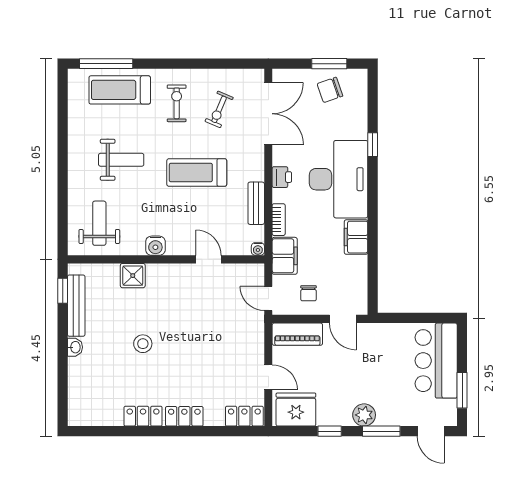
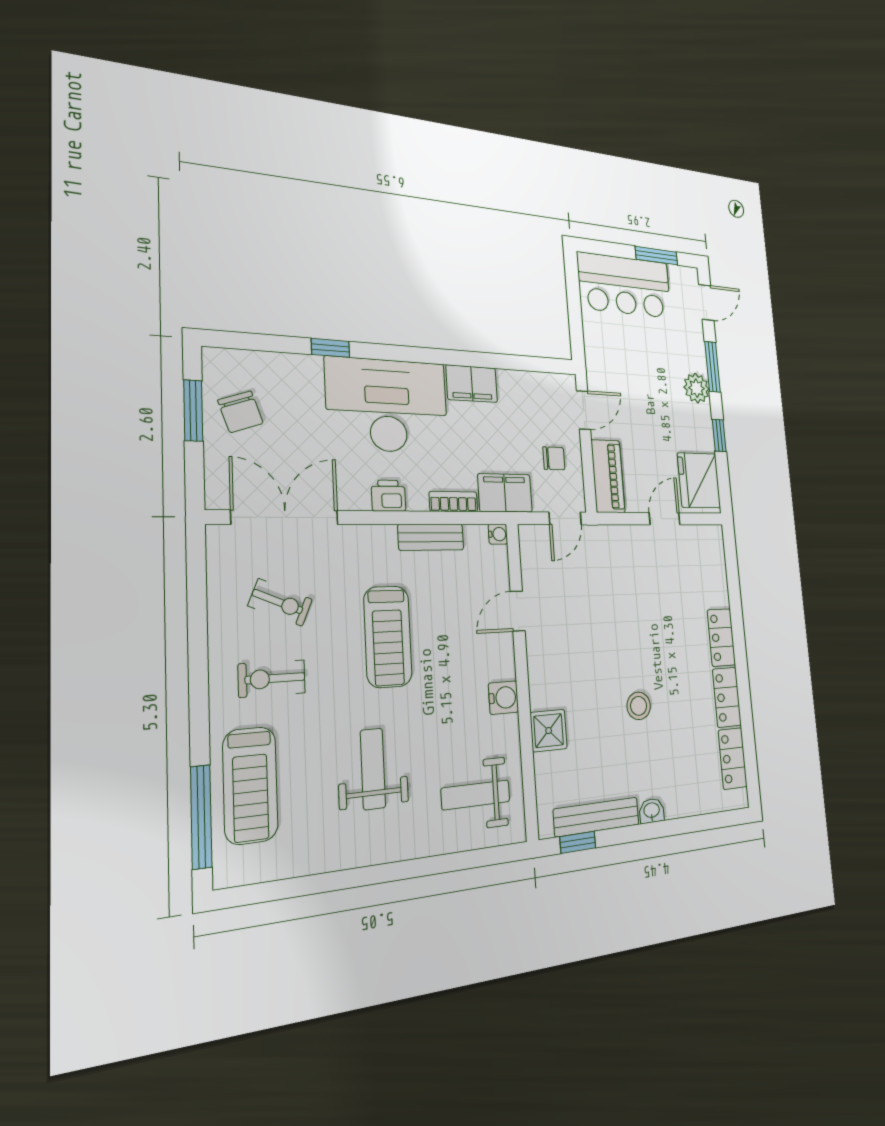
locker: (244, 416) -> (733, 758), moved

